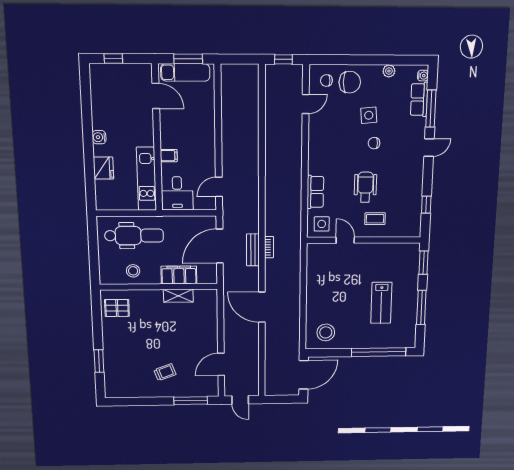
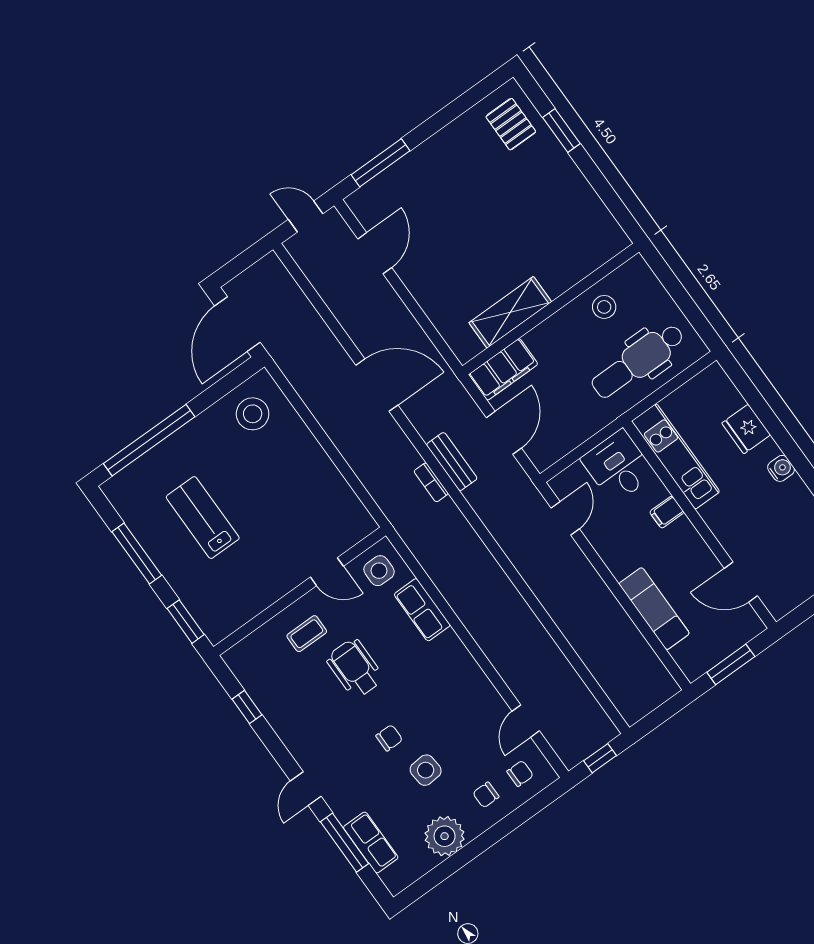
plant: (389, 71) -> (445, 836), width x1.87, depth x1.87
exam couch: (185, 72) -> (654, 609), moved, turned 90
water cooler: (423, 76) -> (390, 878), removed
chair: (350, 82) -> (486, 795), width x0.54, depth x0.54
wheelchair: (365, 187) -> (355, 668), turned 180
door: (220, 246) -> (504, 433), width x0.73
filing cabinet: (179, 275) -> (503, 369), moved
shelving: (178, 296) -> (510, 312), width x1.50, depth x1.33
pallet: (117, 308) -> (511, 124), moved, turned 90
trolley: (165, 372) -> (451, 181), removed

